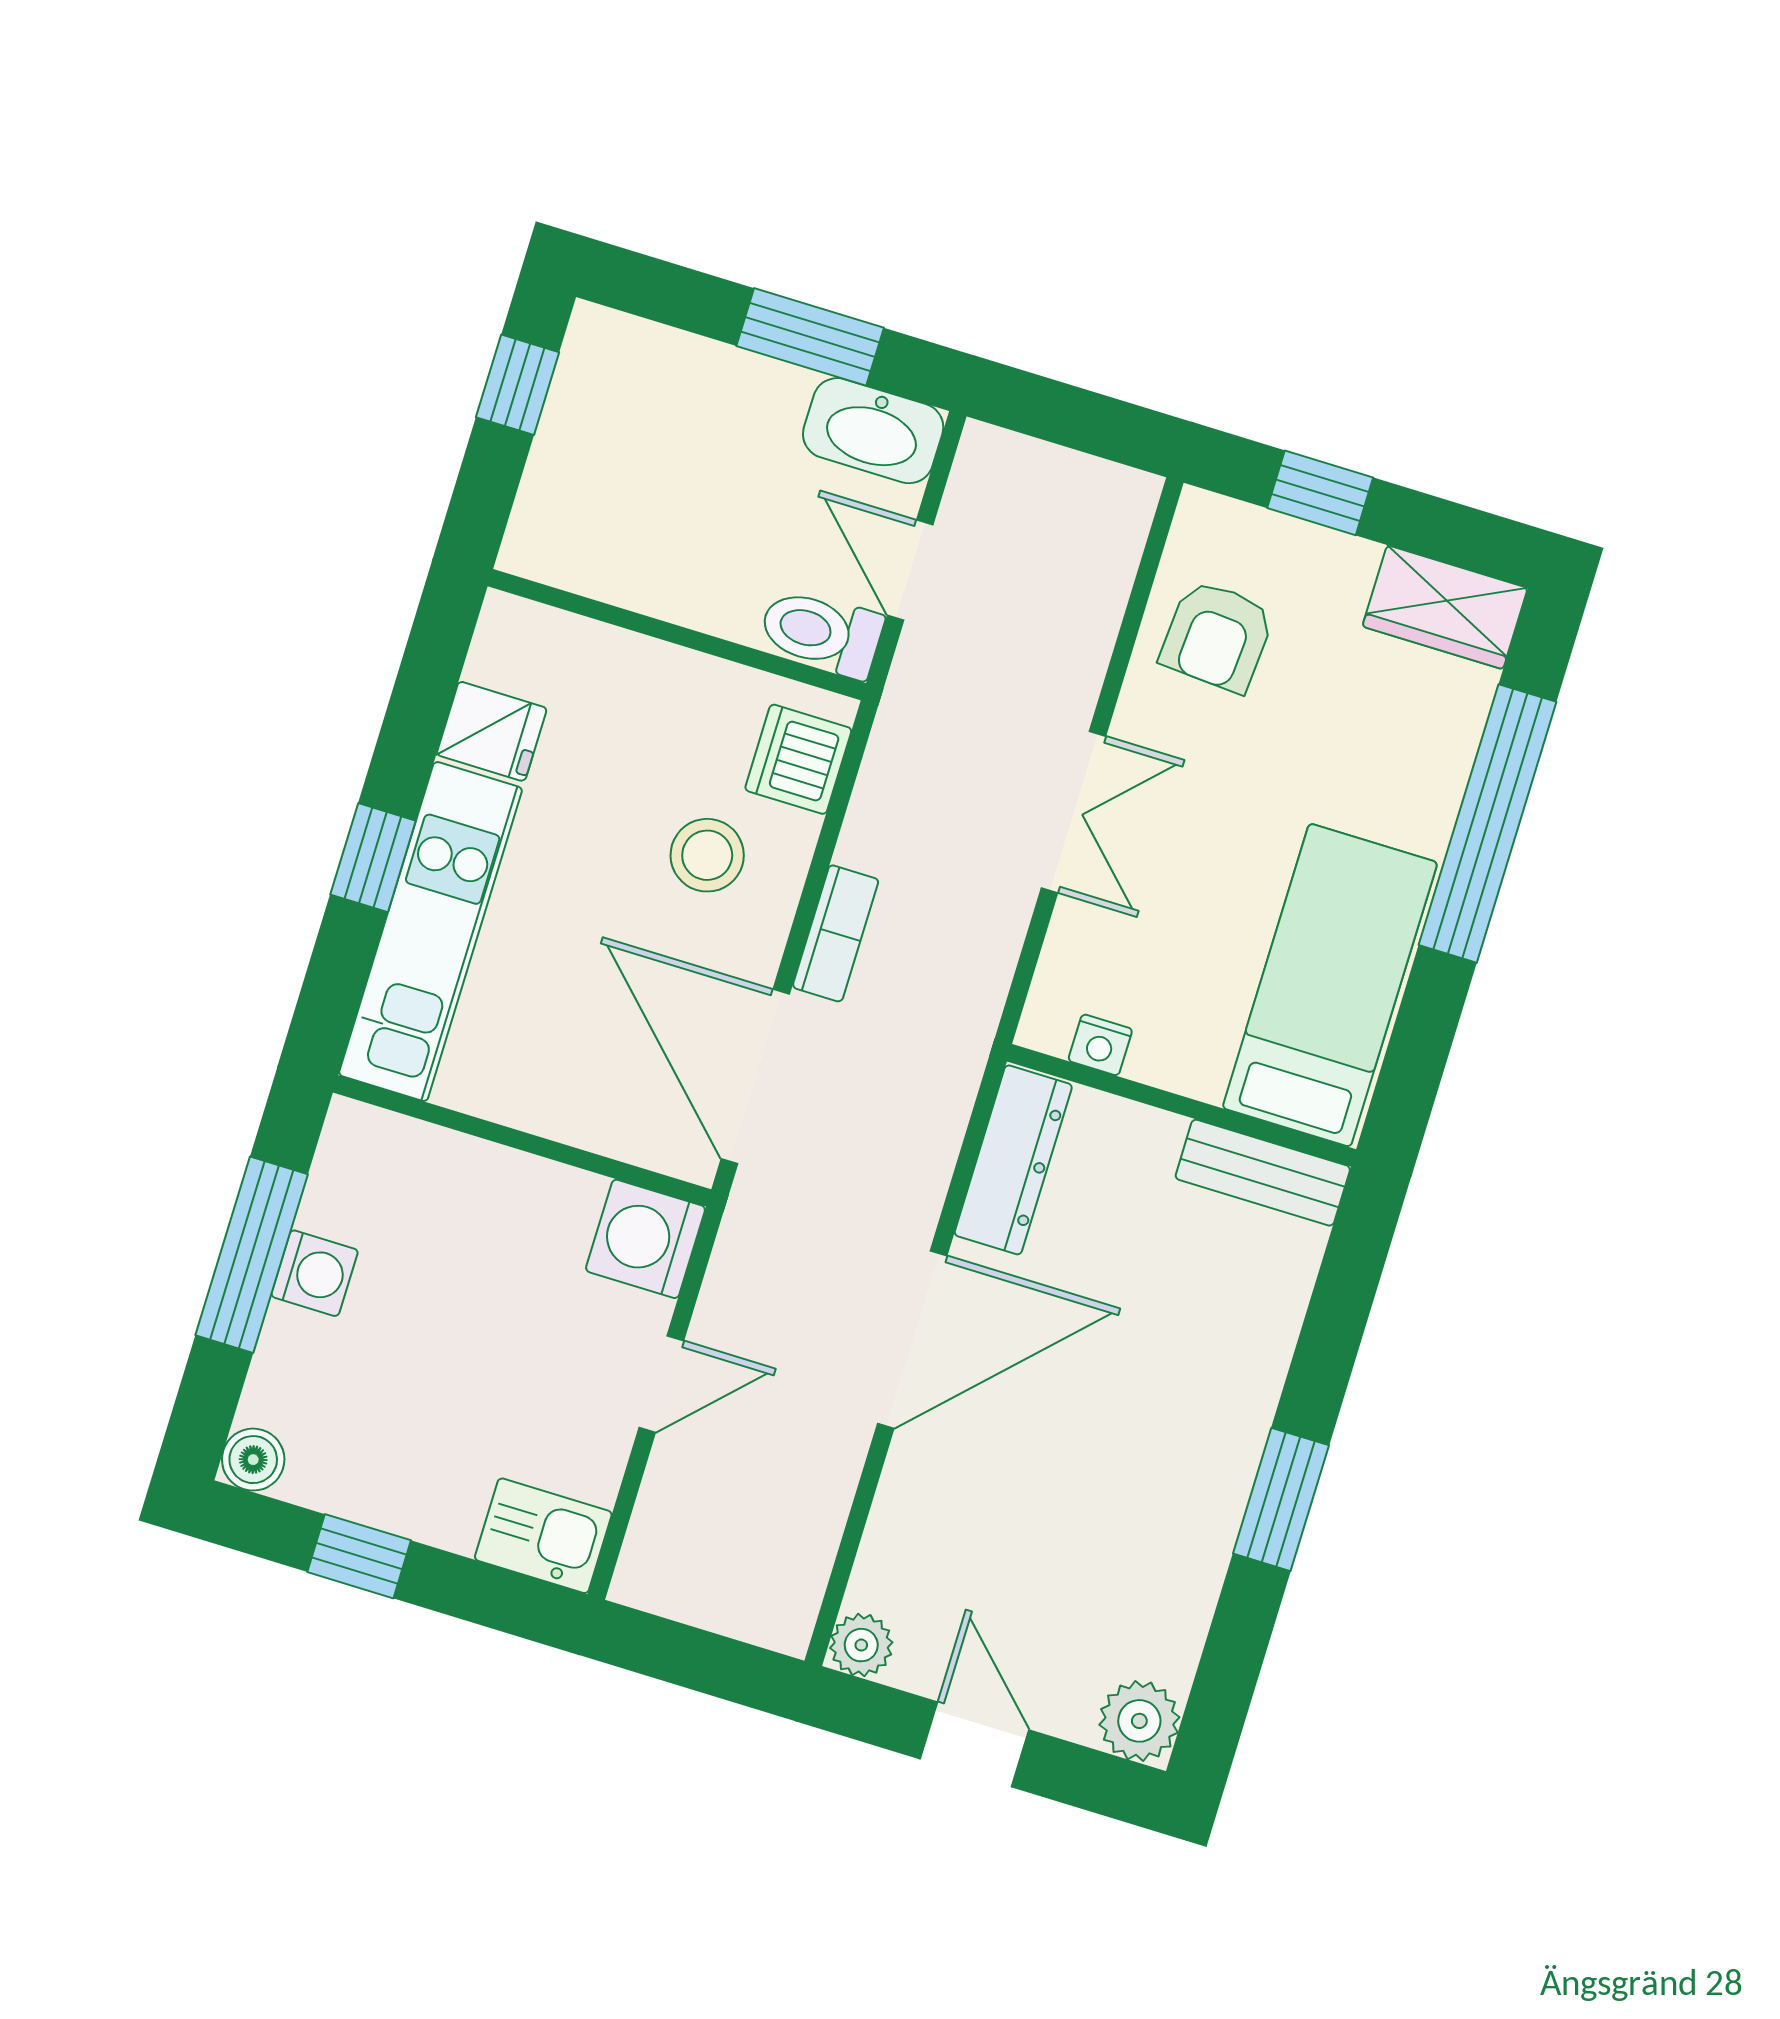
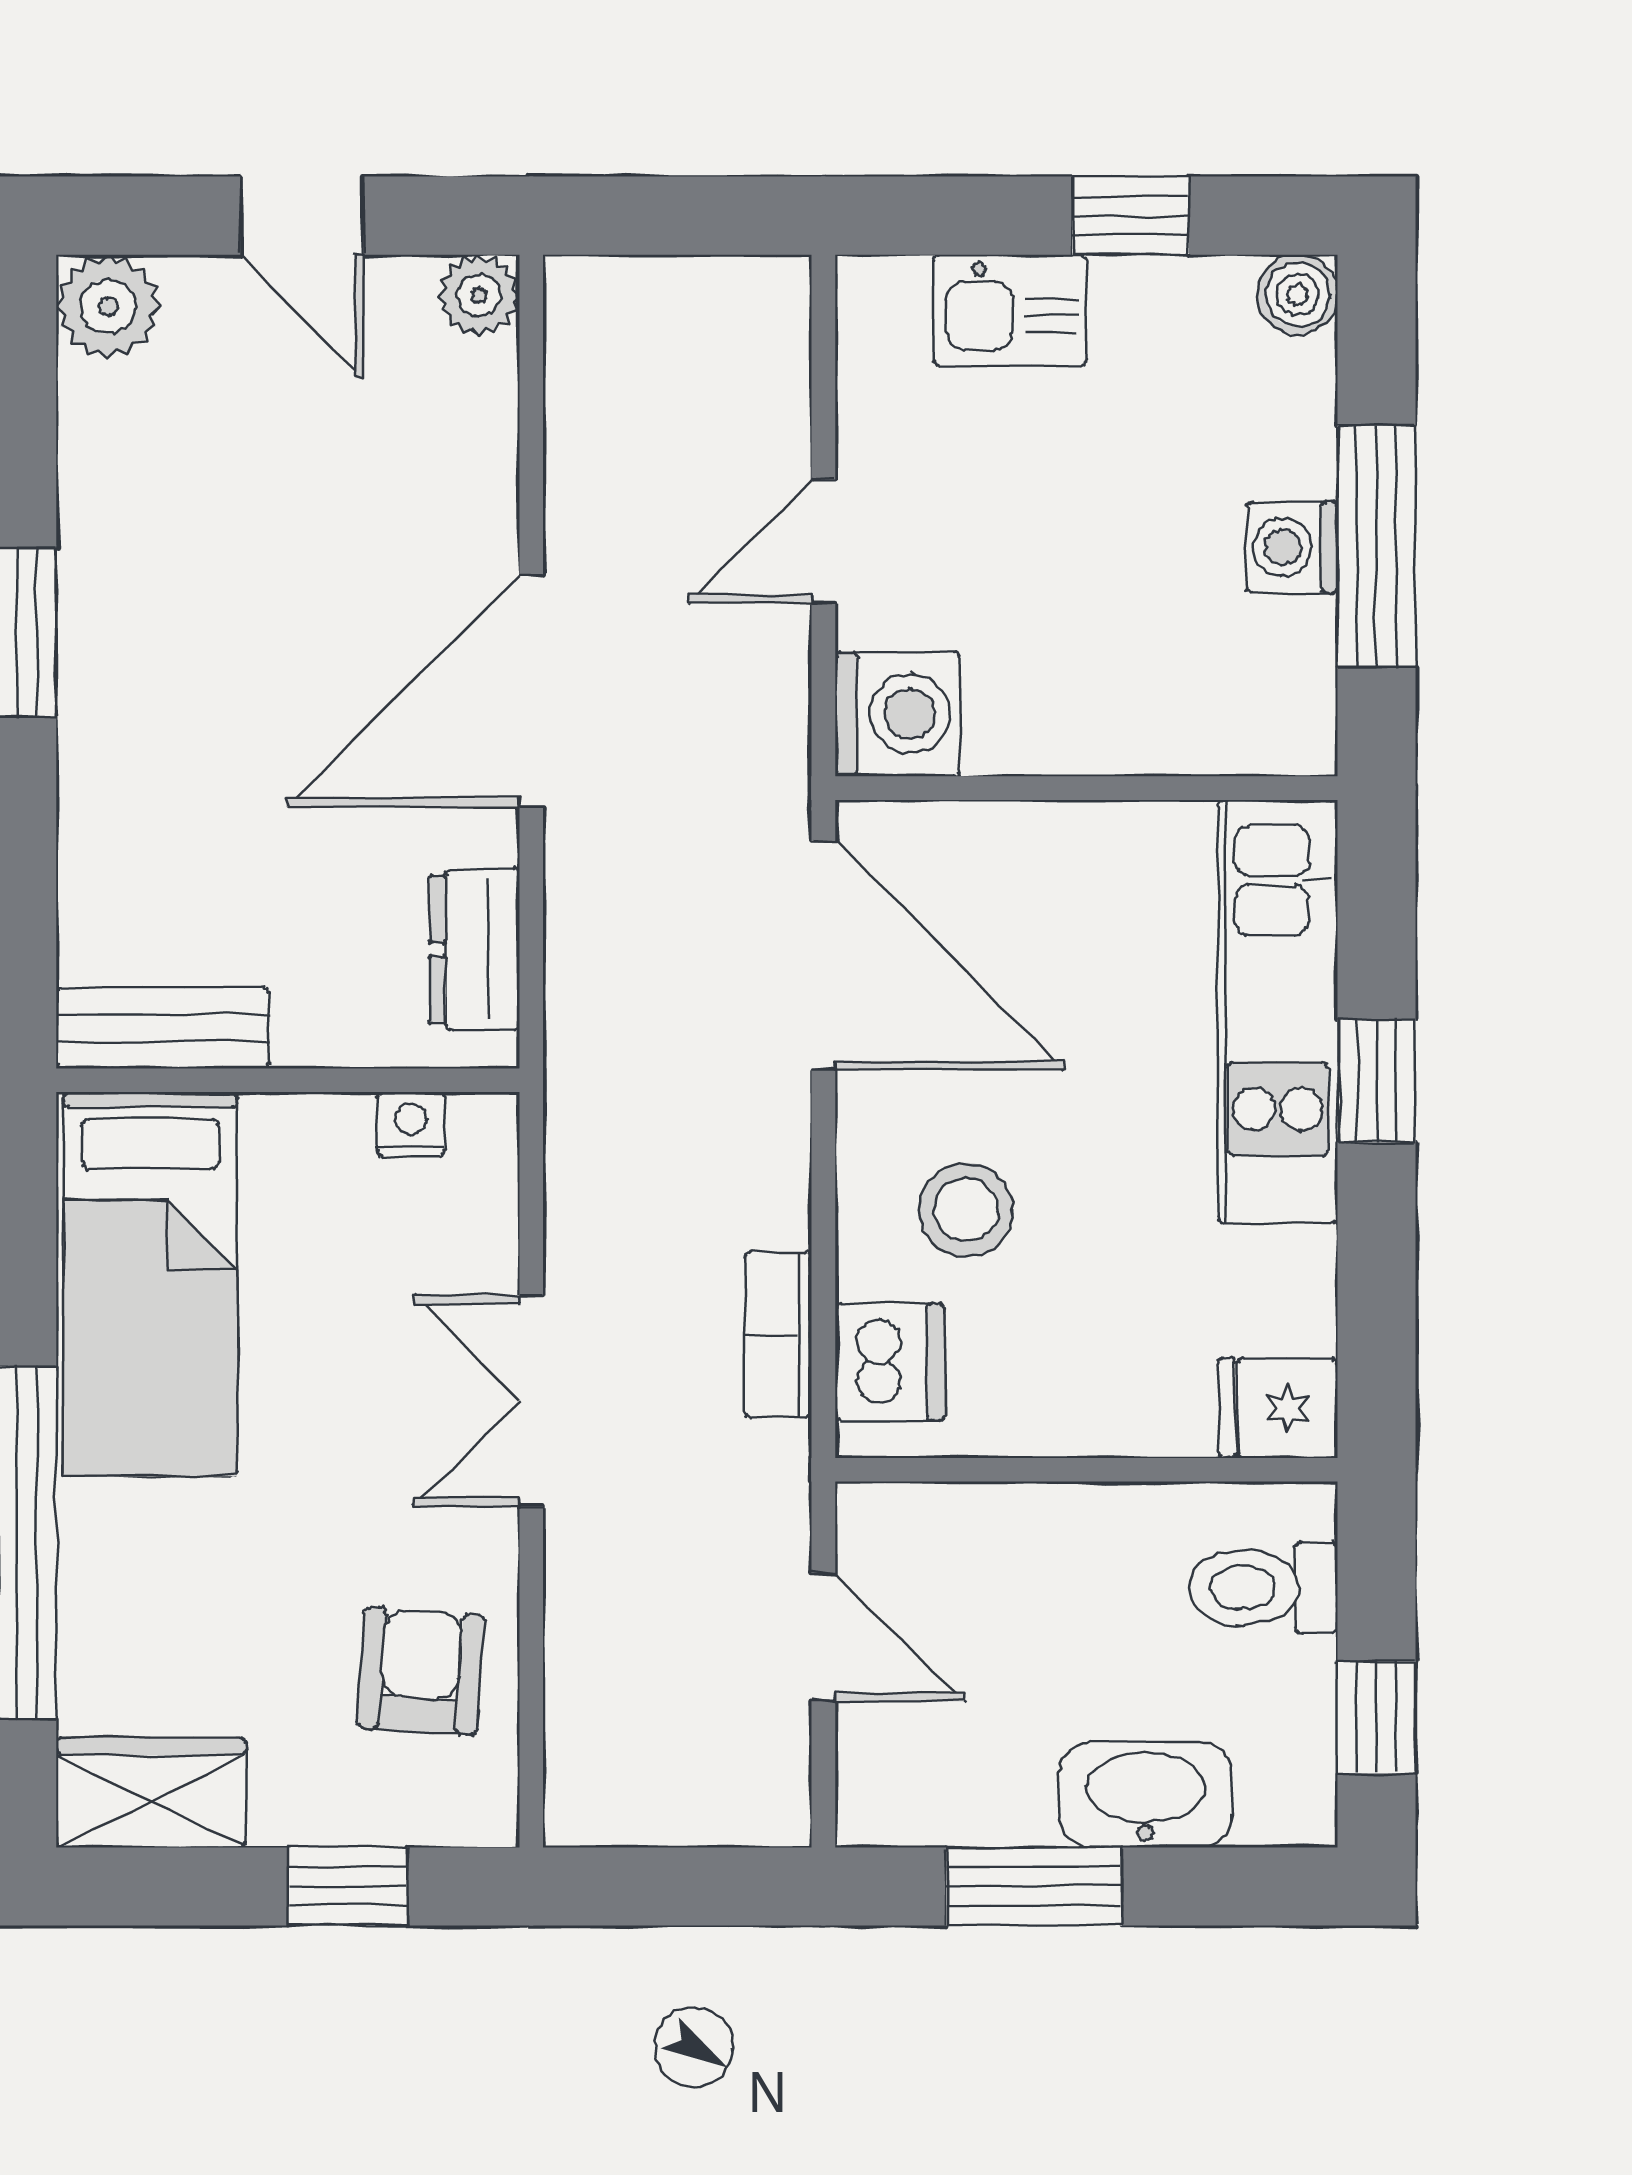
washbasin: (873, 431) -> (1145, 1795), moved
toilet: (821, 632) -> (1263, 1587), moved, turned 180
fridge: (492, 731) -> (1278, 1408), moved
bookcase: (836, 933) -> (778, 1335), moved
dresser: (1013, 1160) -> (475, 950), width x0.70
kitchen sink: (543, 1536) -> (1010, 310), moved

